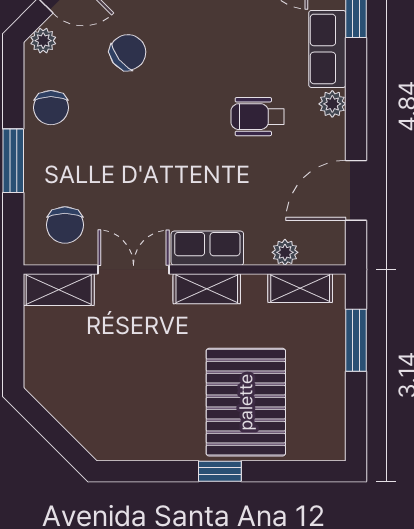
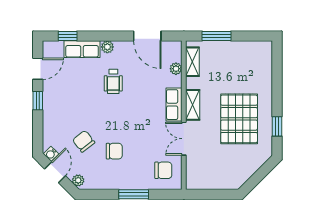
chair: (51, 108) -> (114, 151), moved
shelving: (59, 290) -> (193, 173), removed
pallet: (246, 402) -> (239, 119), moved, turned 90
window: (220, 471) -> (277, 126), moved

